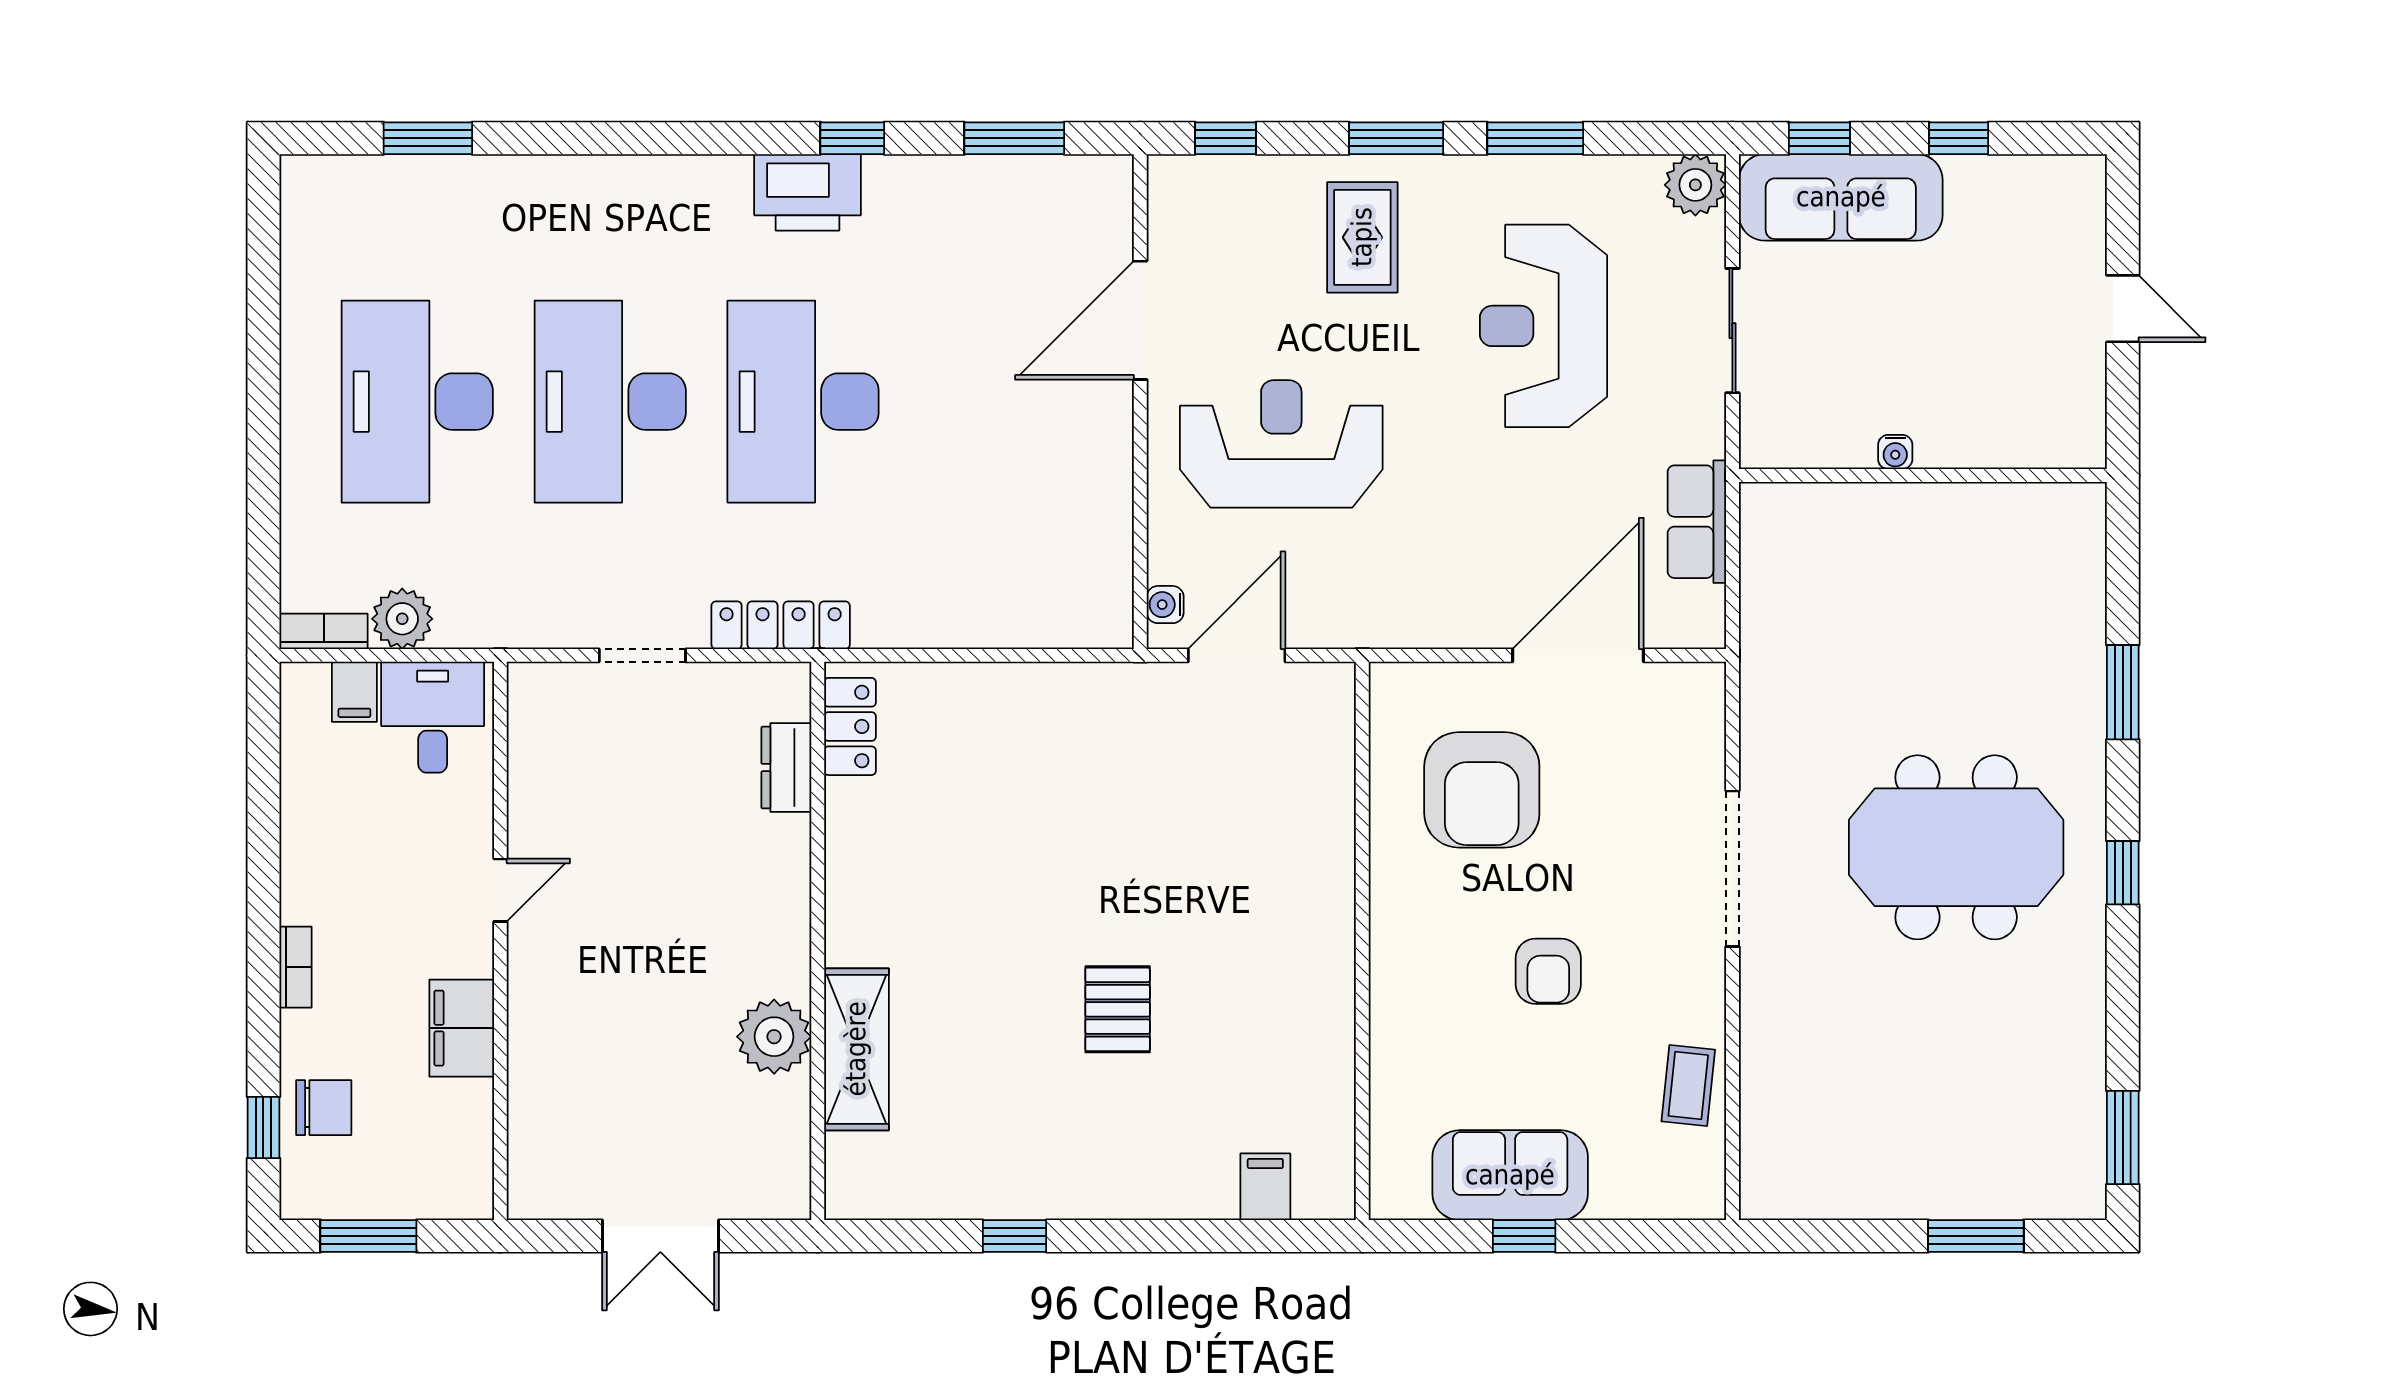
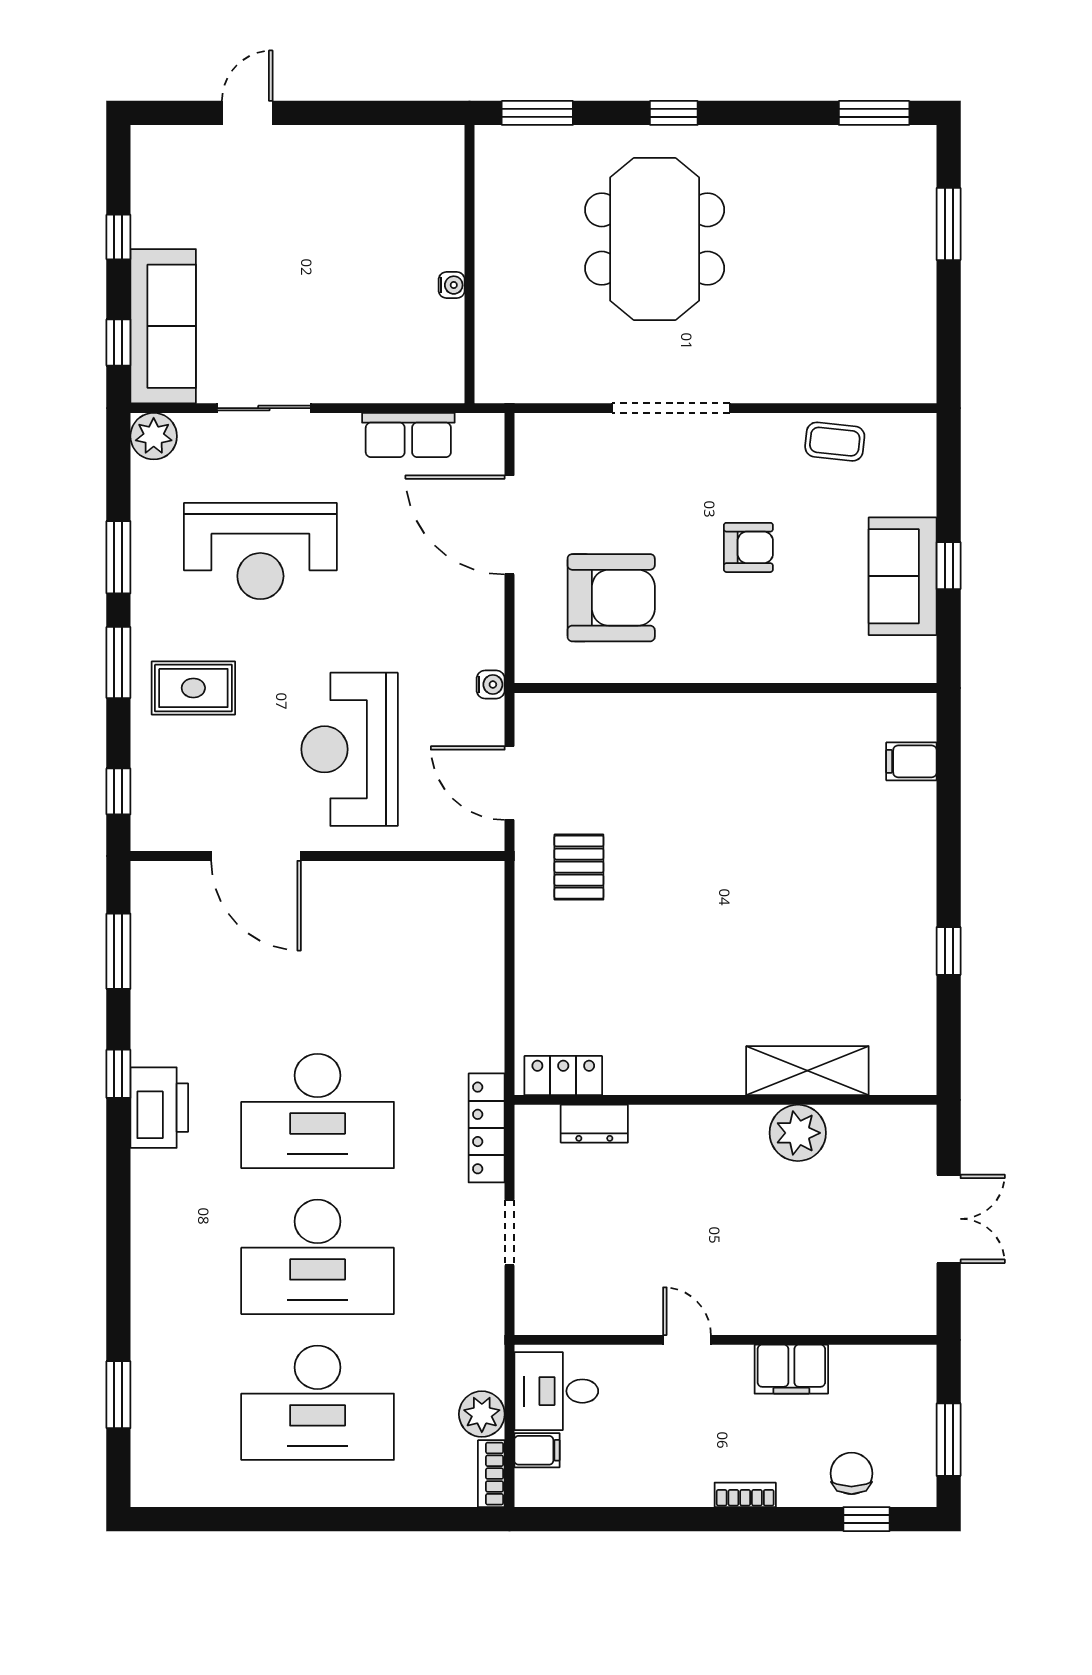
water cooler: (1895, 452) -> (452, 285), moved
wall: (1923, 476) -> (469, 264), moved
water cooler: (1165, 605) -> (491, 684), moved, turned -90
pallet: (1118, 1009) -> (579, 867), moved, turned 90

